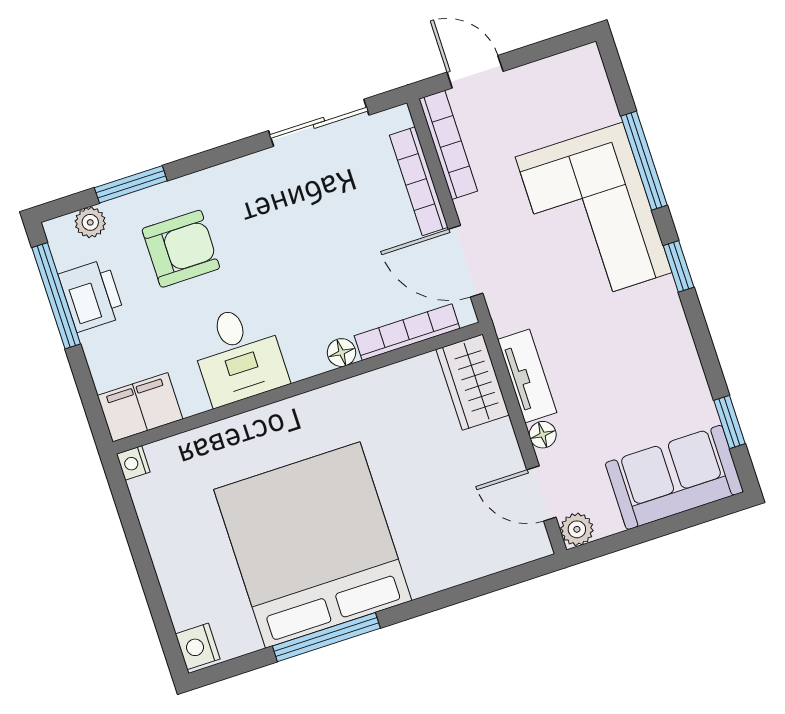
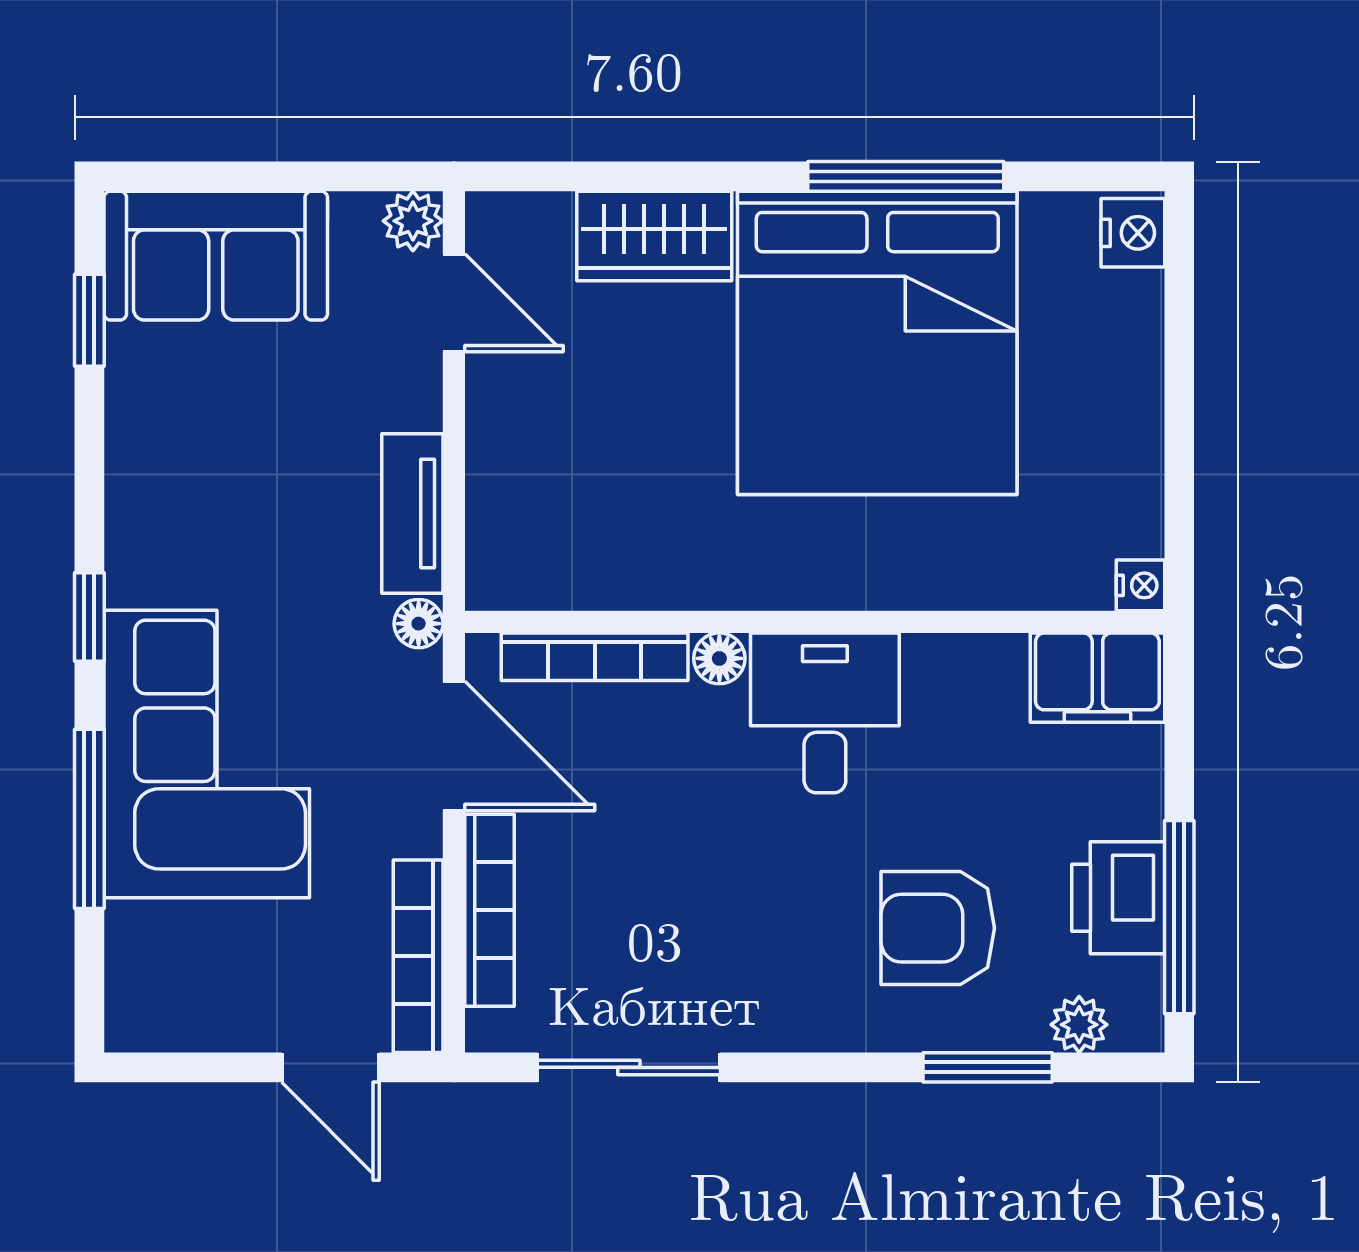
desk: (239, 355) -> (825, 713), moved
wardrobe: (473, 382) -> (654, 236), moved, turned 90
floor lamp: (543, 435) -> (419, 624), moved

